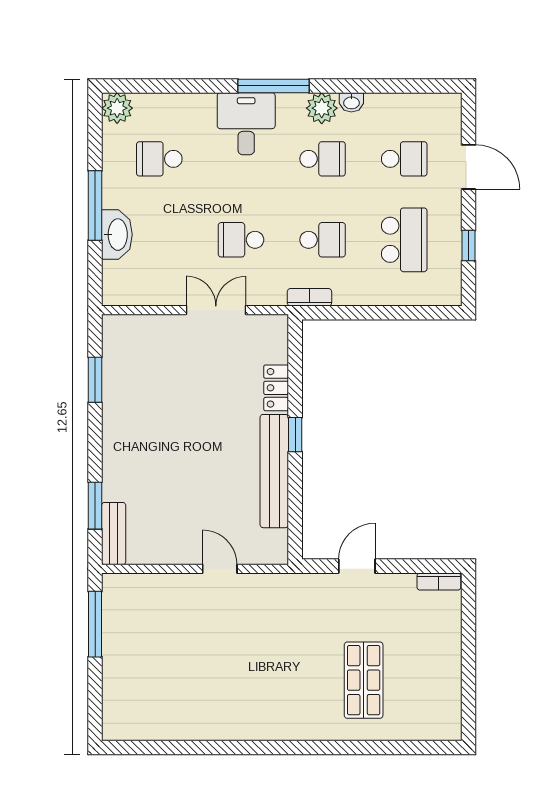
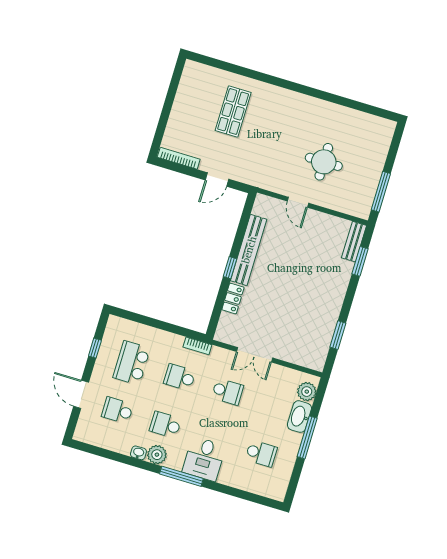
plant: (117, 108) -> (307, 392), moved
bookcase: (439, 582) -> (179, 158), width x1.56
round table: (198, 644) -> (324, 162), added

